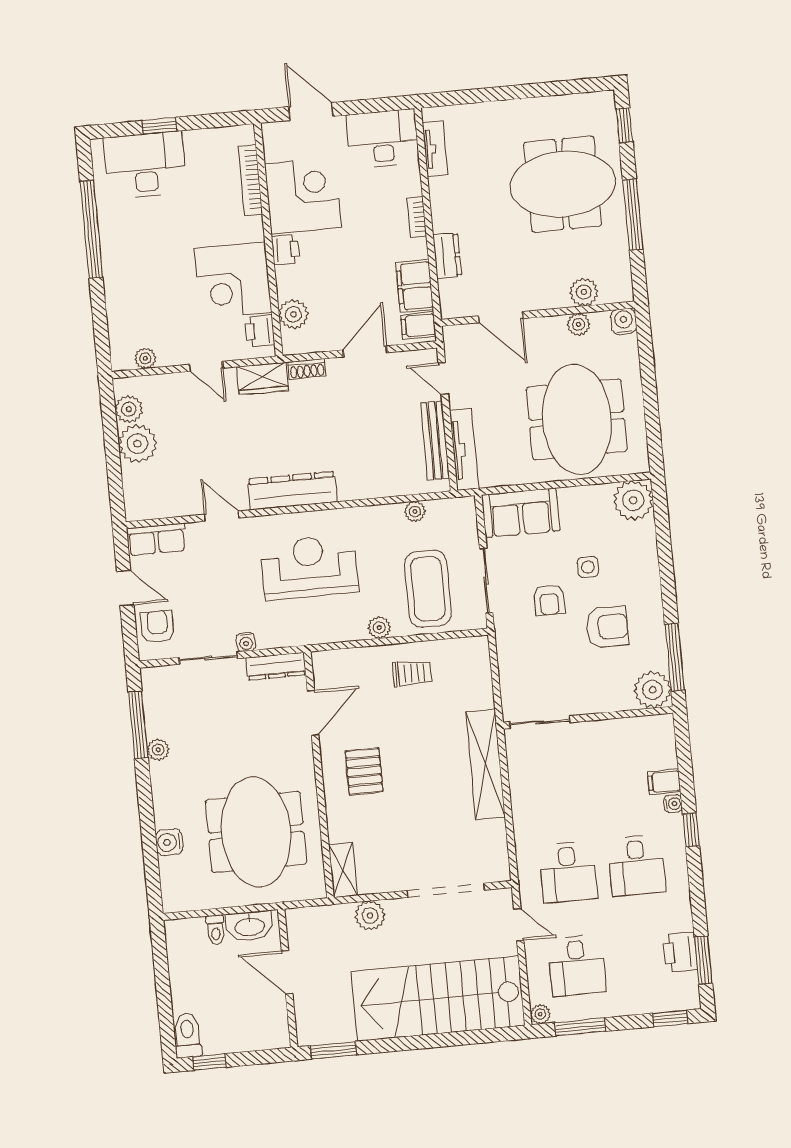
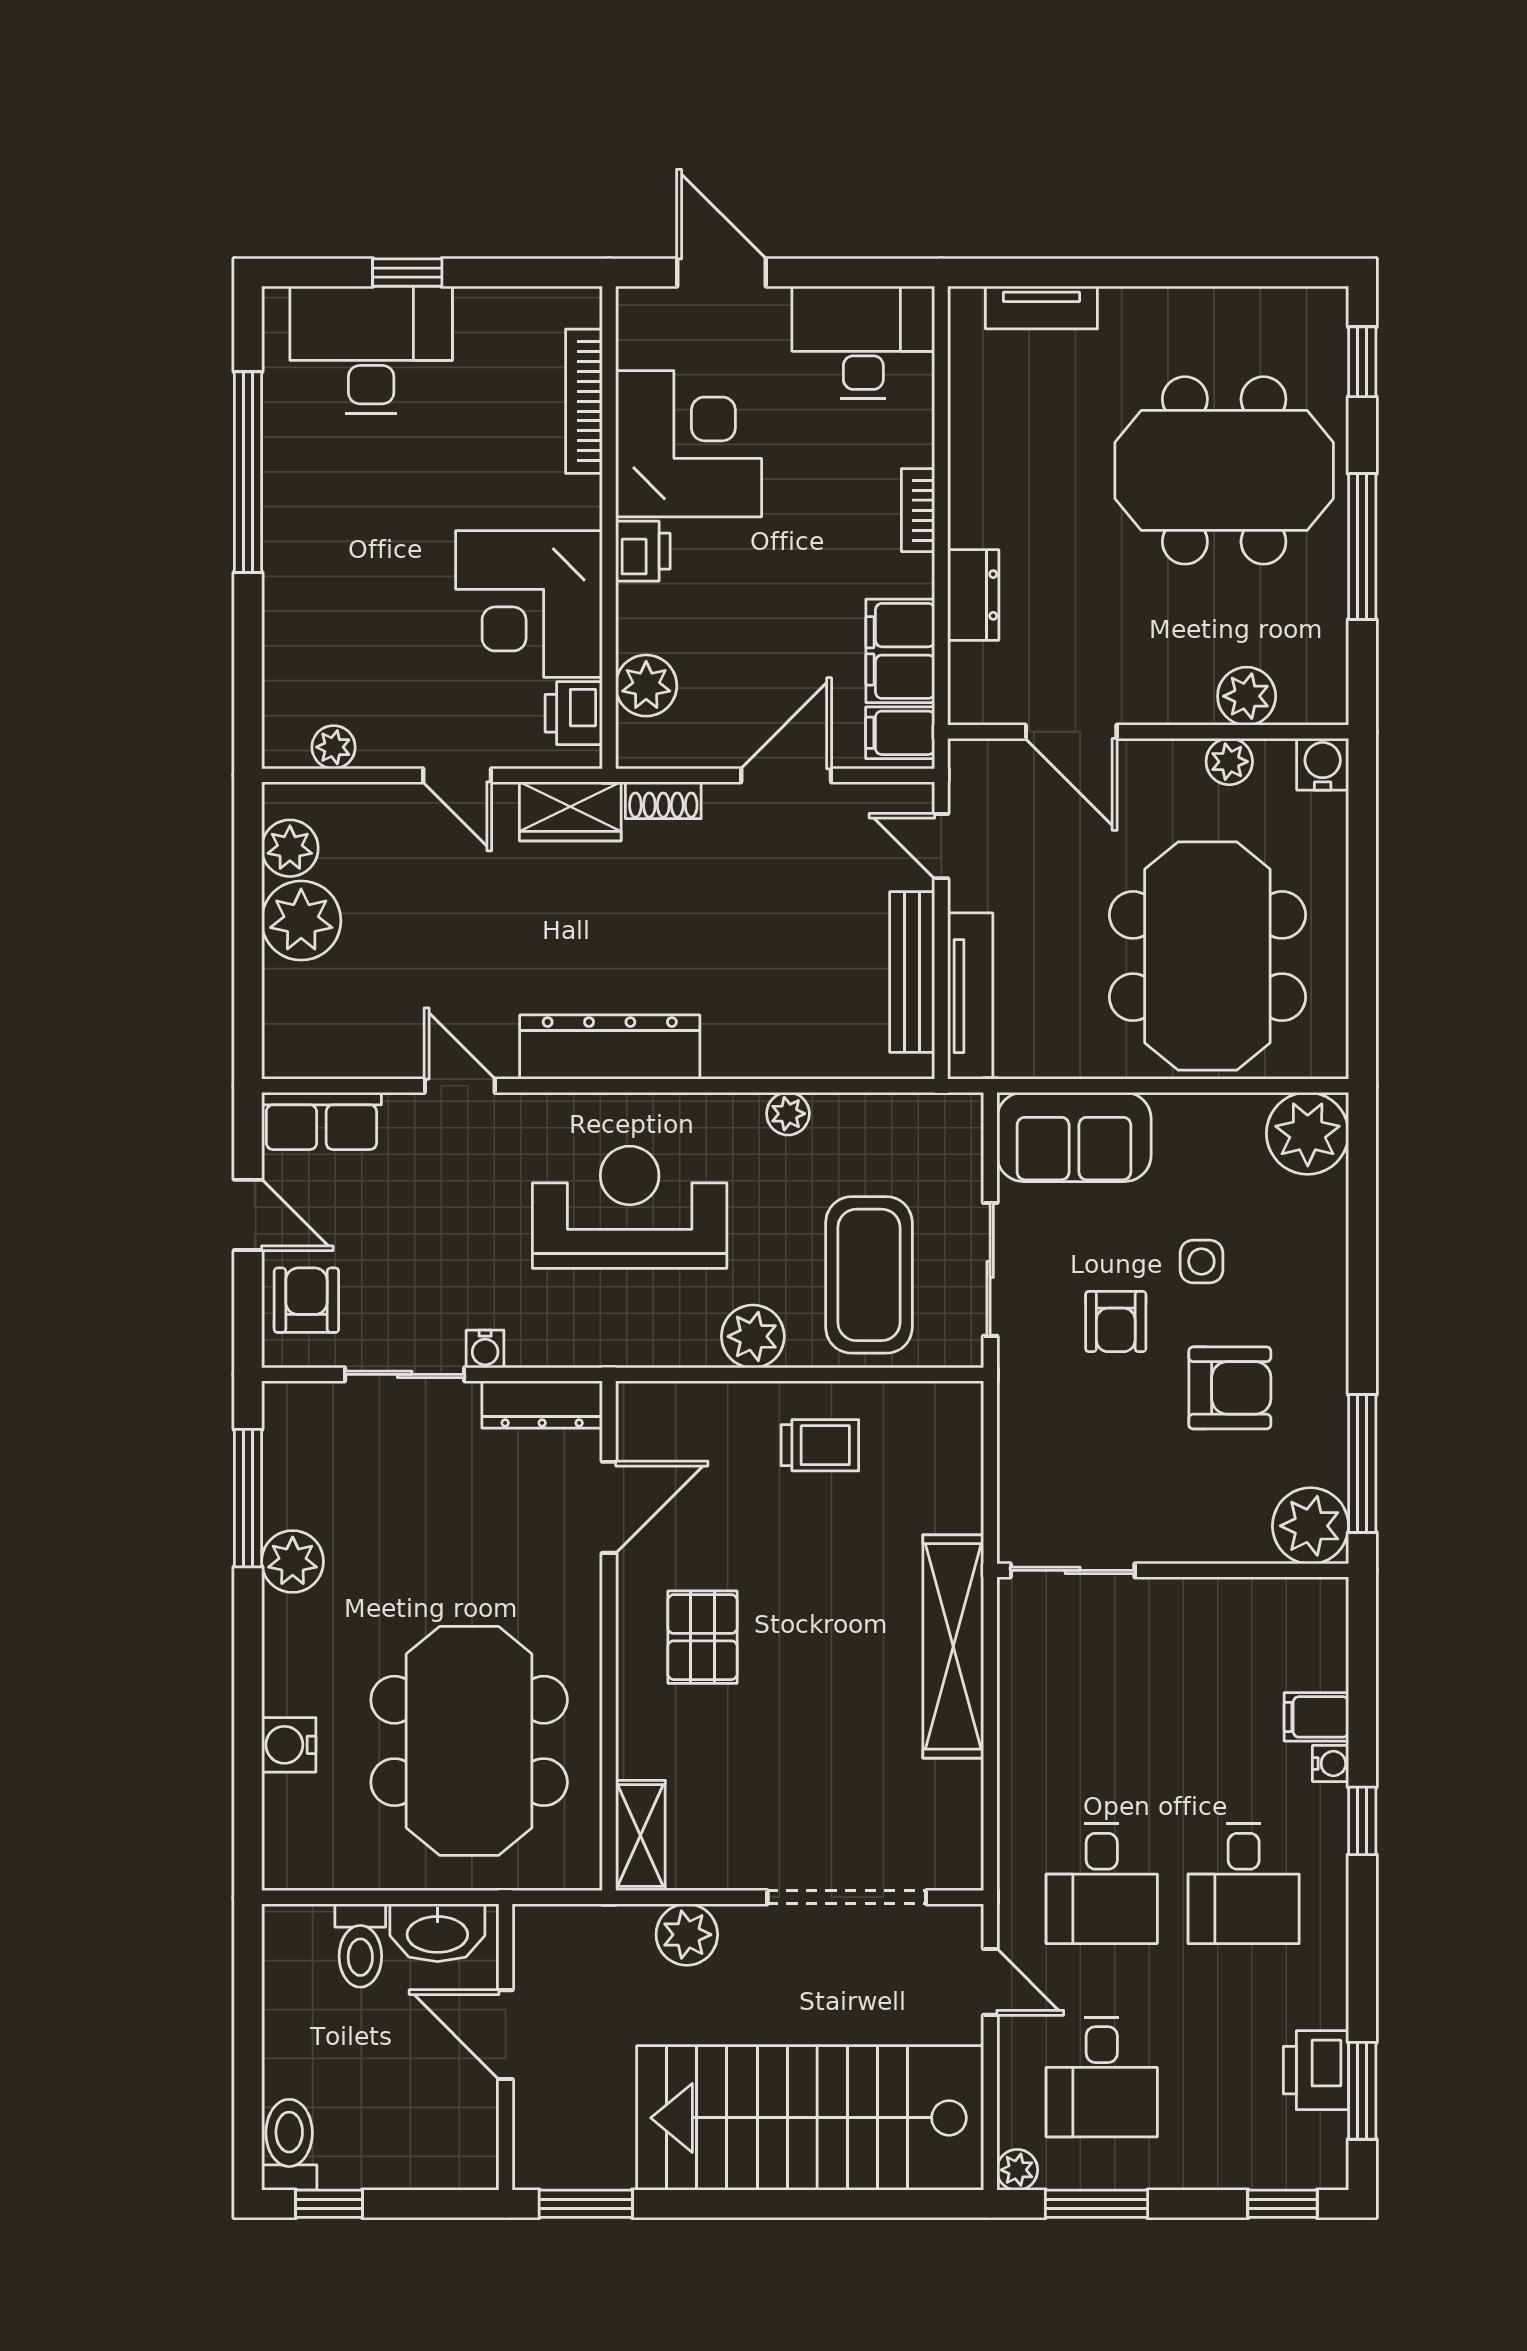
tv unit: (435, 149) -> (1041, 308), moved, turned 90
plant: (415, 511) -> (788, 1114), moved
plant: (379, 628) -> (753, 1336), width x1.38, depth x1.38
plant: (158, 750) -> (293, 1561), width x1.38, depth x1.38
toilet: (216, 930) -> (360, 1945), width x1.37, depth x1.39

